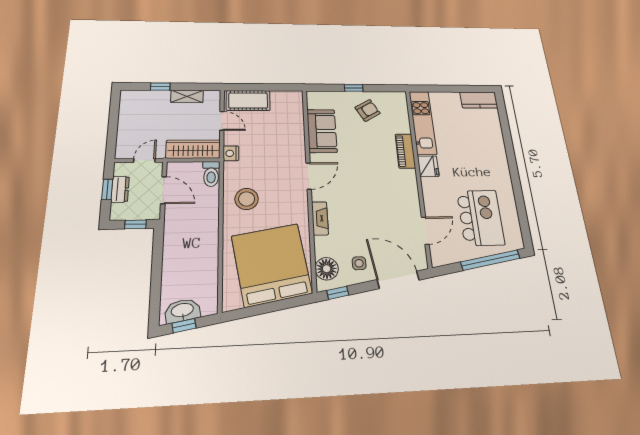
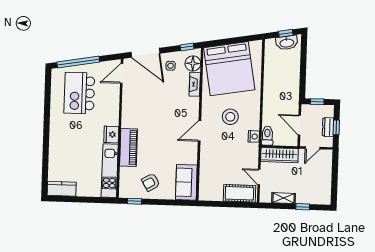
window: (354, 88) -> (135, 201), moved
sofa: (322, 131) -> (186, 182), moved
piano: (405, 151) -> (129, 148), width x1.37, depth x1.33
nightstand: (231, 153) -> (254, 136), moved
stool: (247, 199) -> (230, 117), moved
fireplace: (320, 218) -> (195, 84), moved
door: (425, 231) -> (122, 73), moved

